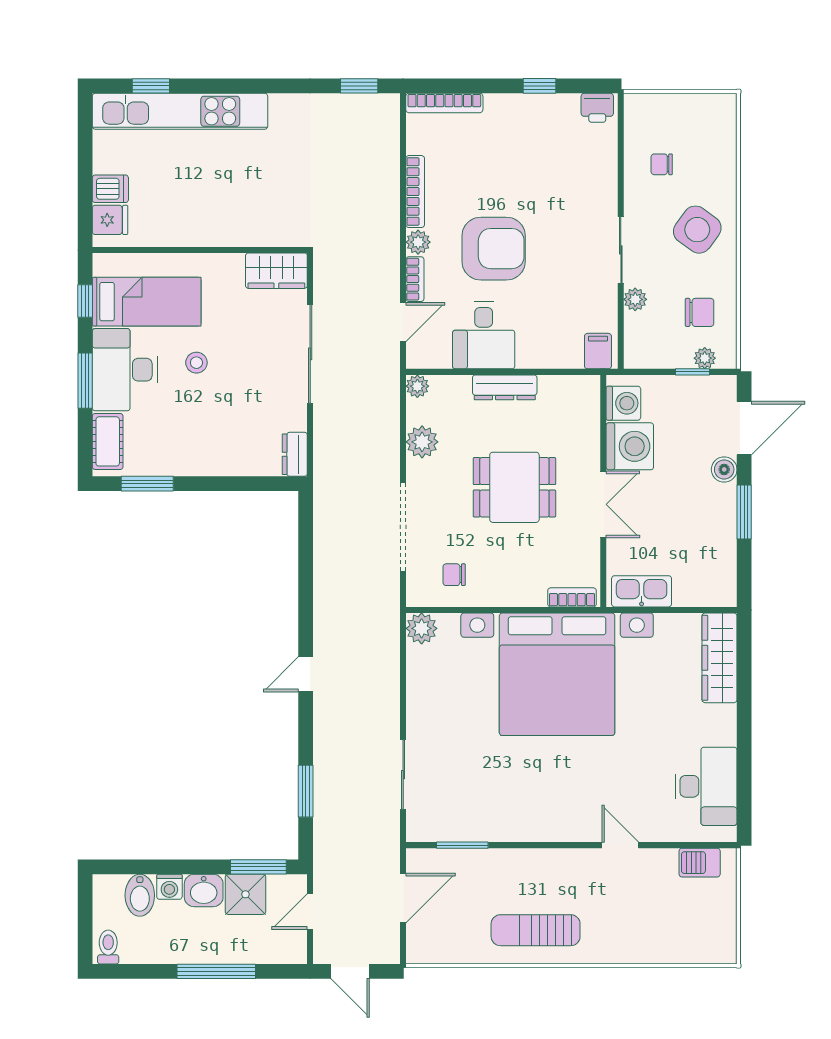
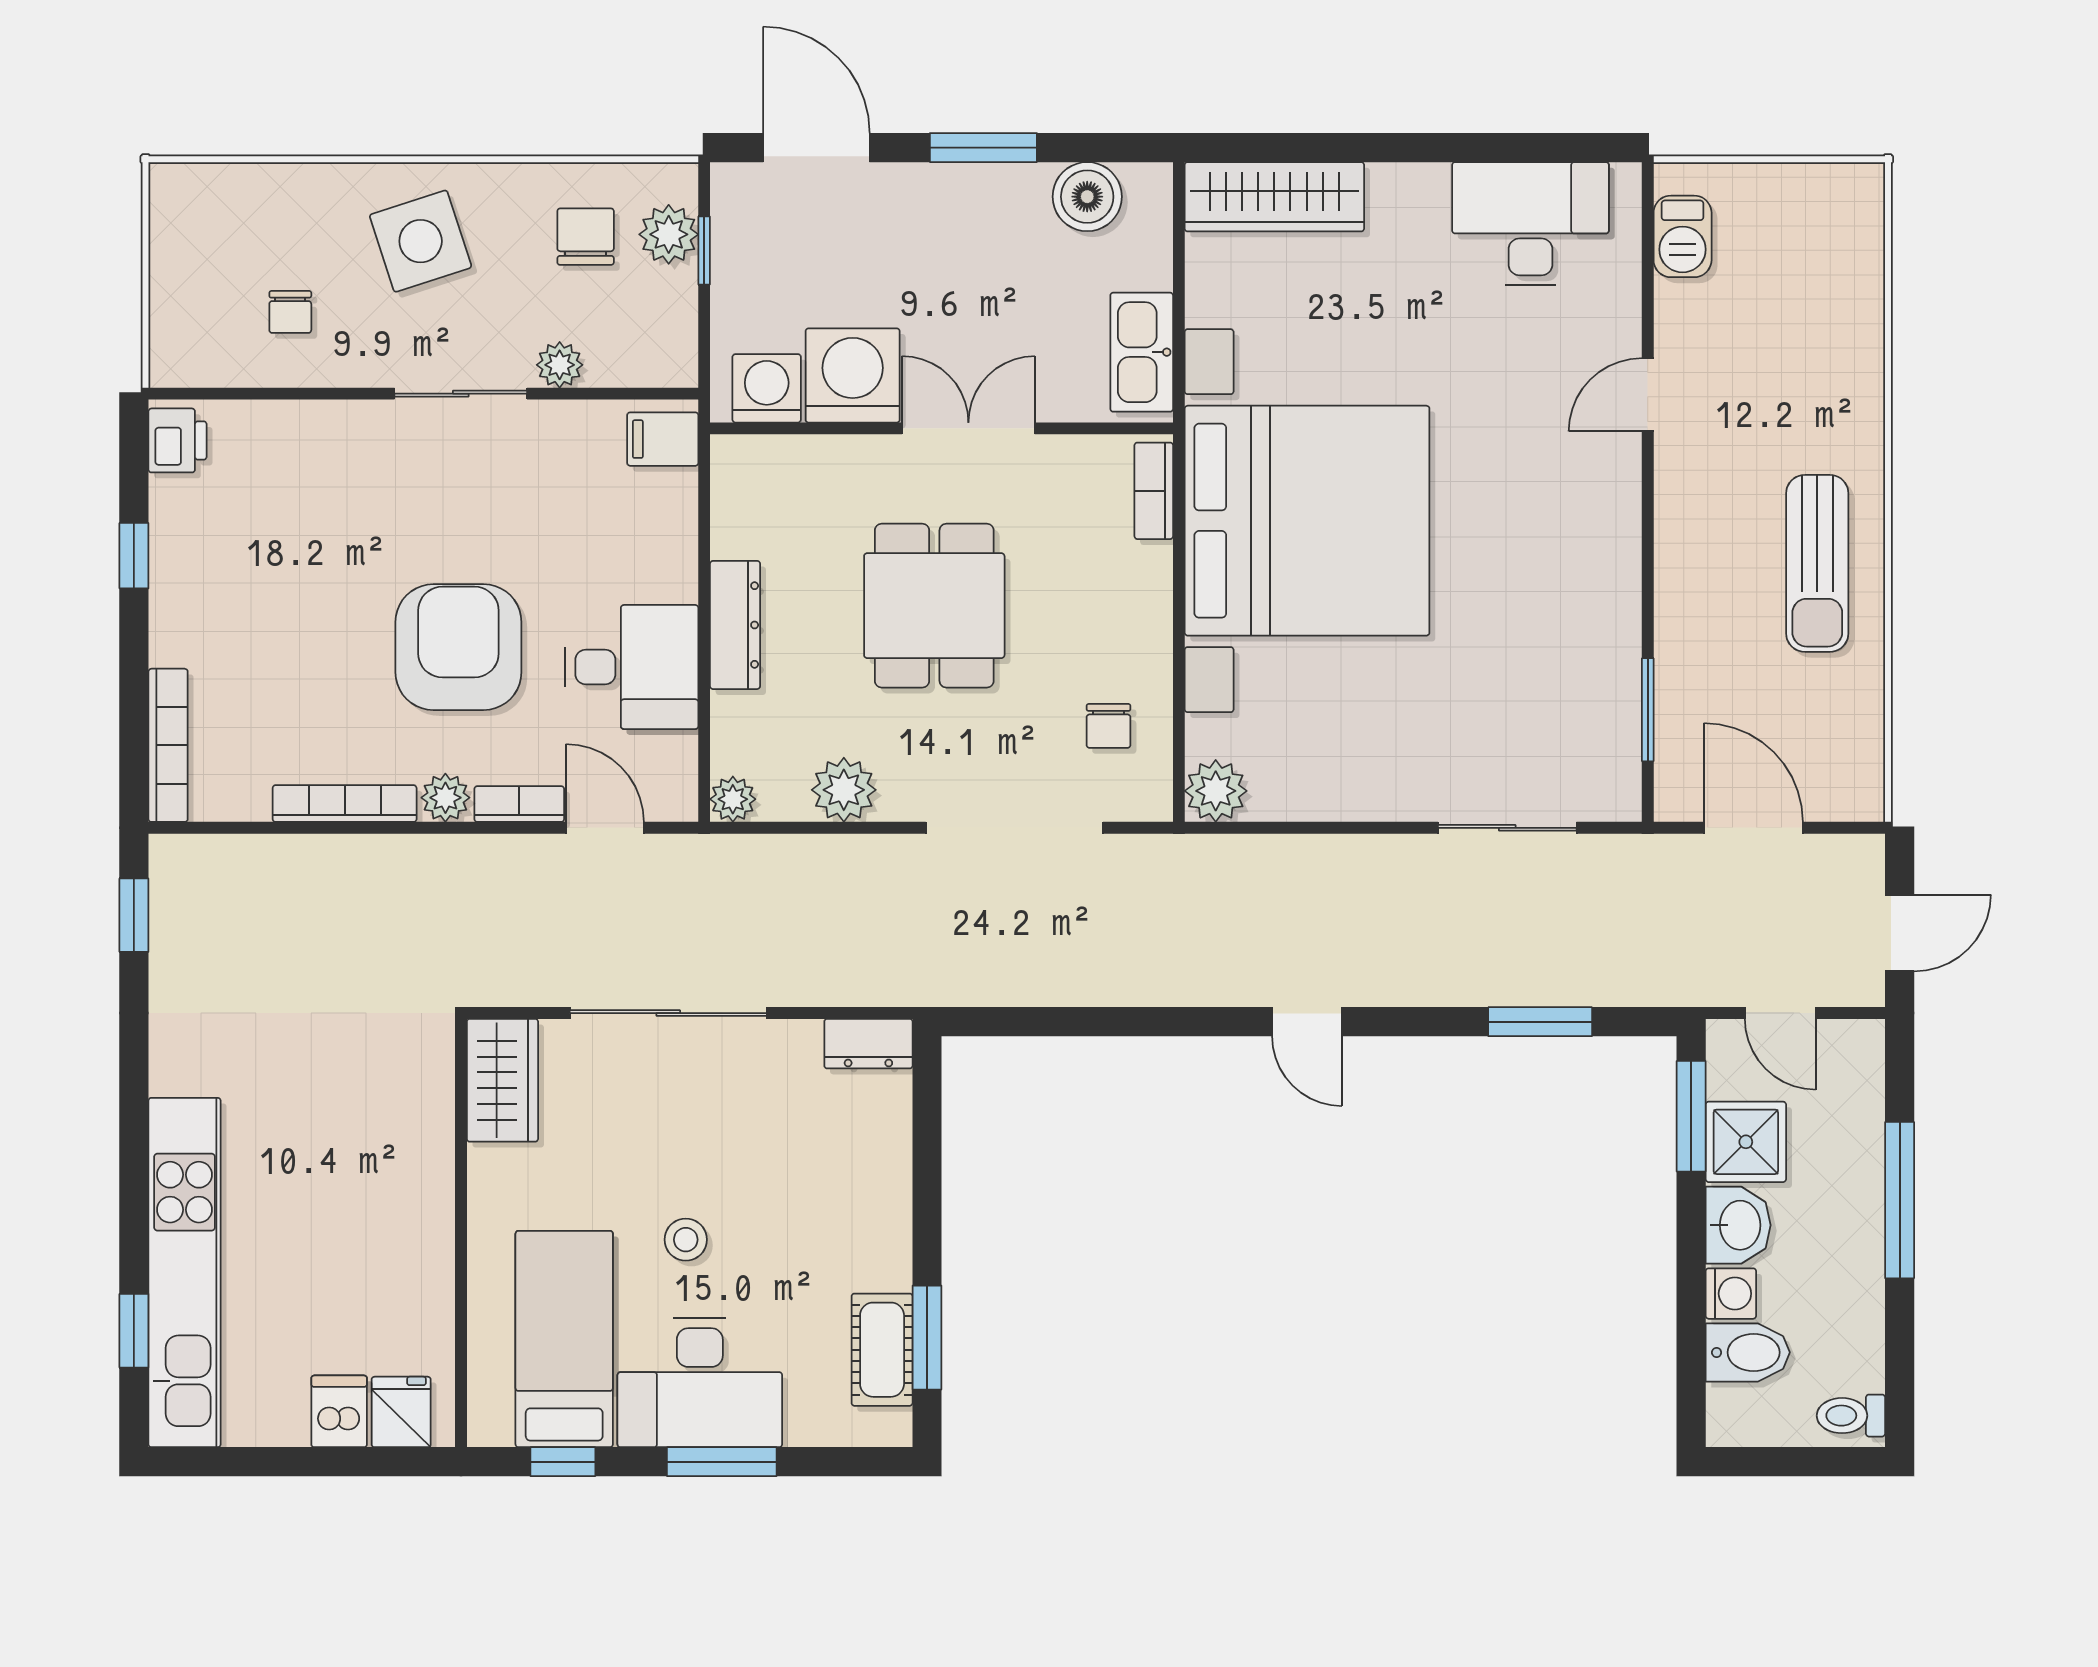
side table: (697, 230) -> (421, 241), turned 36
plant: (705, 358) -> (669, 234), width x1.38, depth x1.38
cot: (108, 441) -> (882, 1350), moved, turned 90
boiler: (724, 469) -> (1087, 197), moved, width x1.36, depth x1.36

